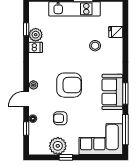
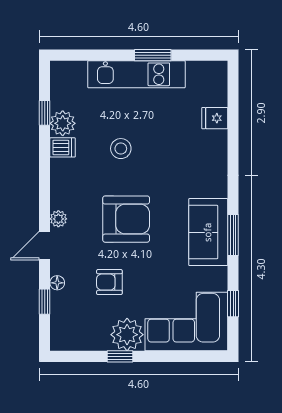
stool: (95, 46) -> (121, 149), moved
window: (125, 130) -> (233, 304), width x0.46
plant: (58, 146) -> (127, 335), moved

